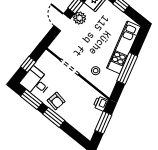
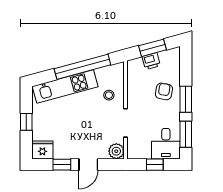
plant: (80, 18) -> (116, 151), moved
window: (127, 68) -> (82, 67), width x1.46
armchair: (56, 101) -> (164, 91), moved
printer: (101, 104) -> (151, 61), moved

